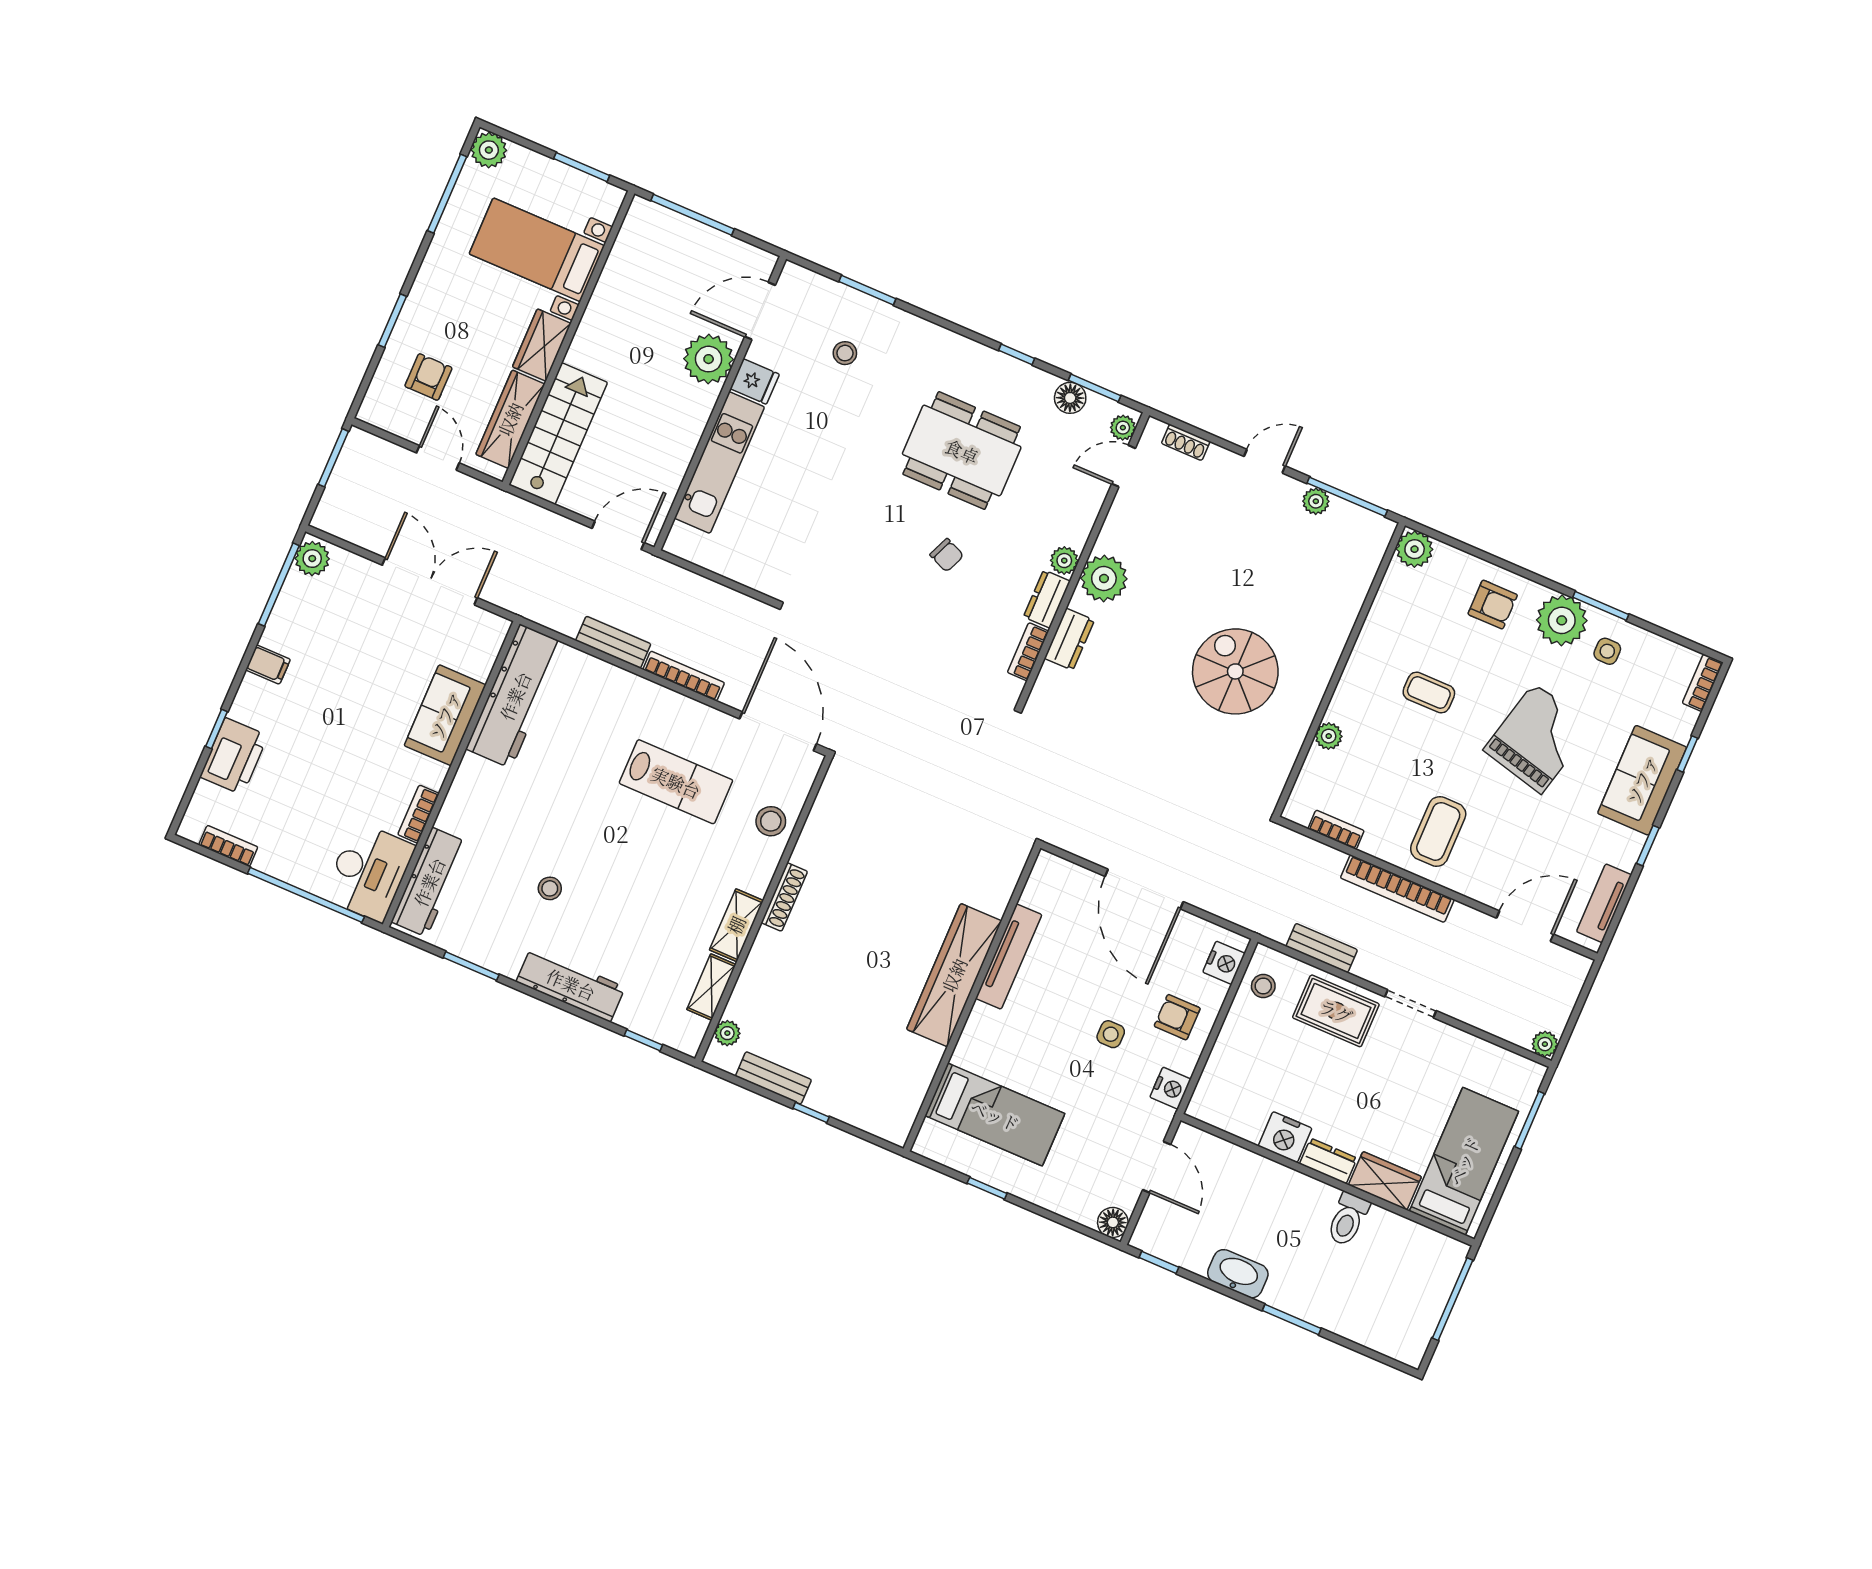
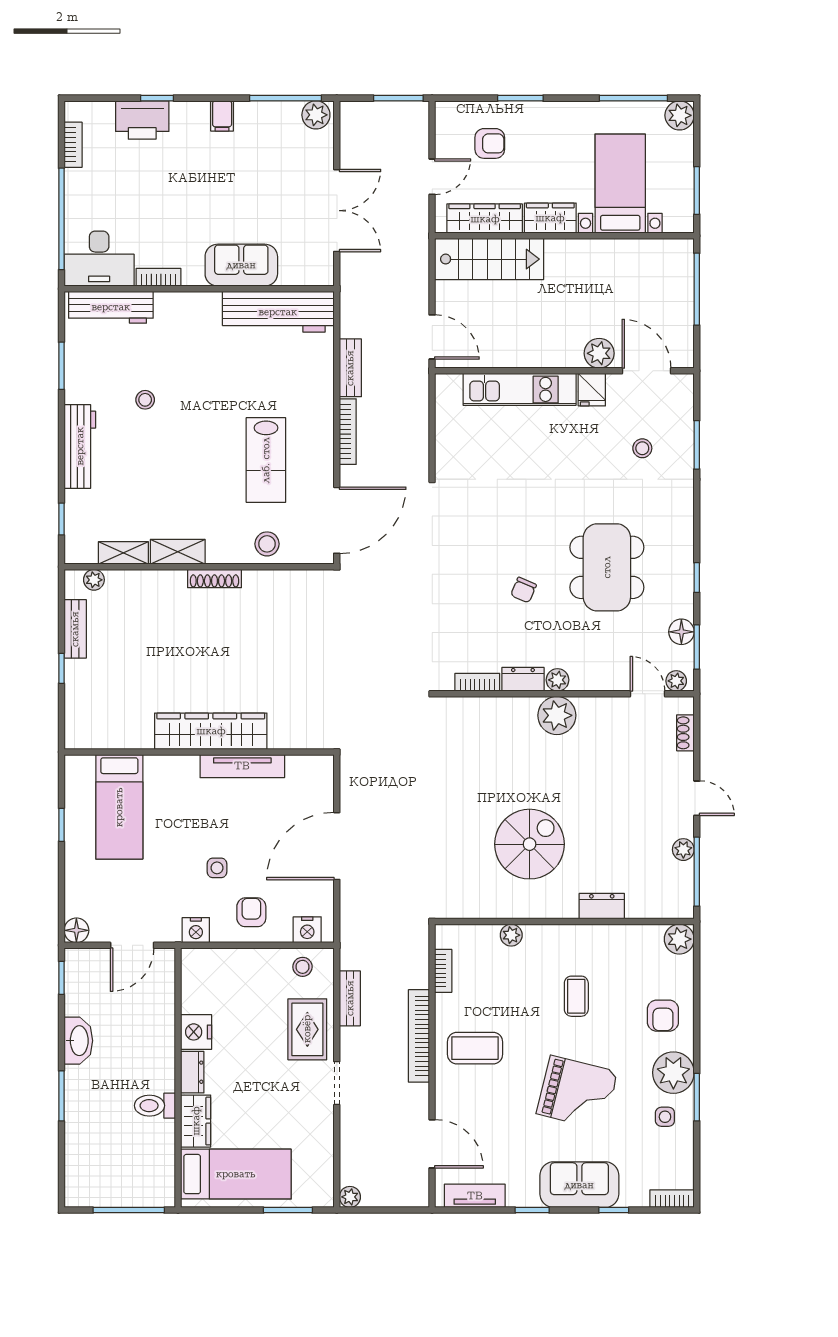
plant: (709, 359) -> (599, 353), width x0.73, depth x0.73
dresser: (1069, 639) -> (602, 906), moved, turned 180

